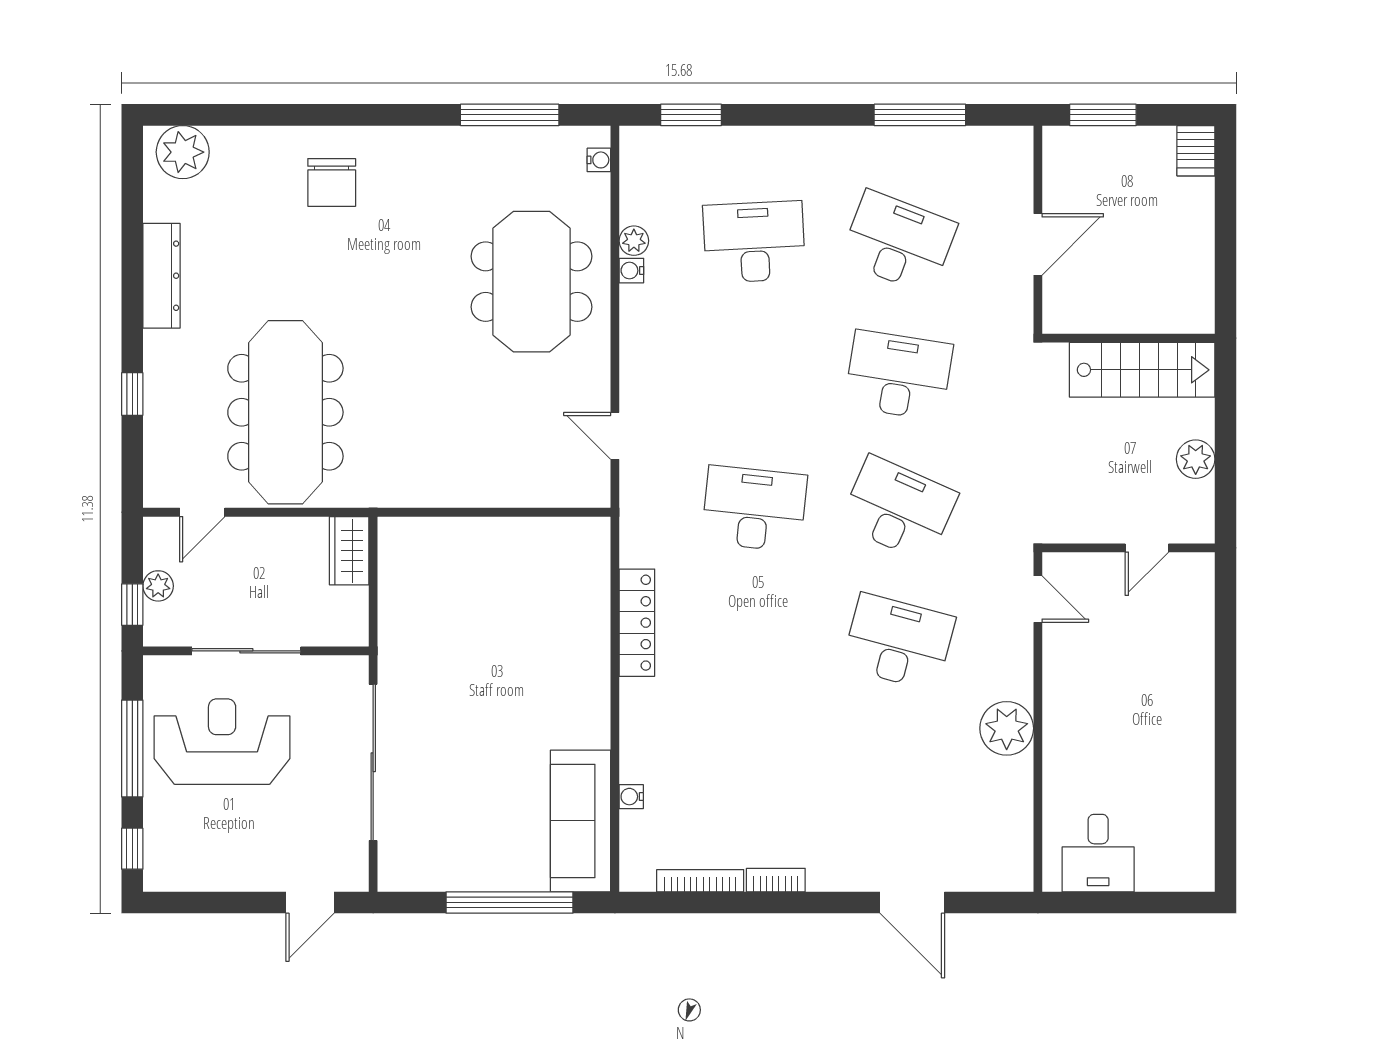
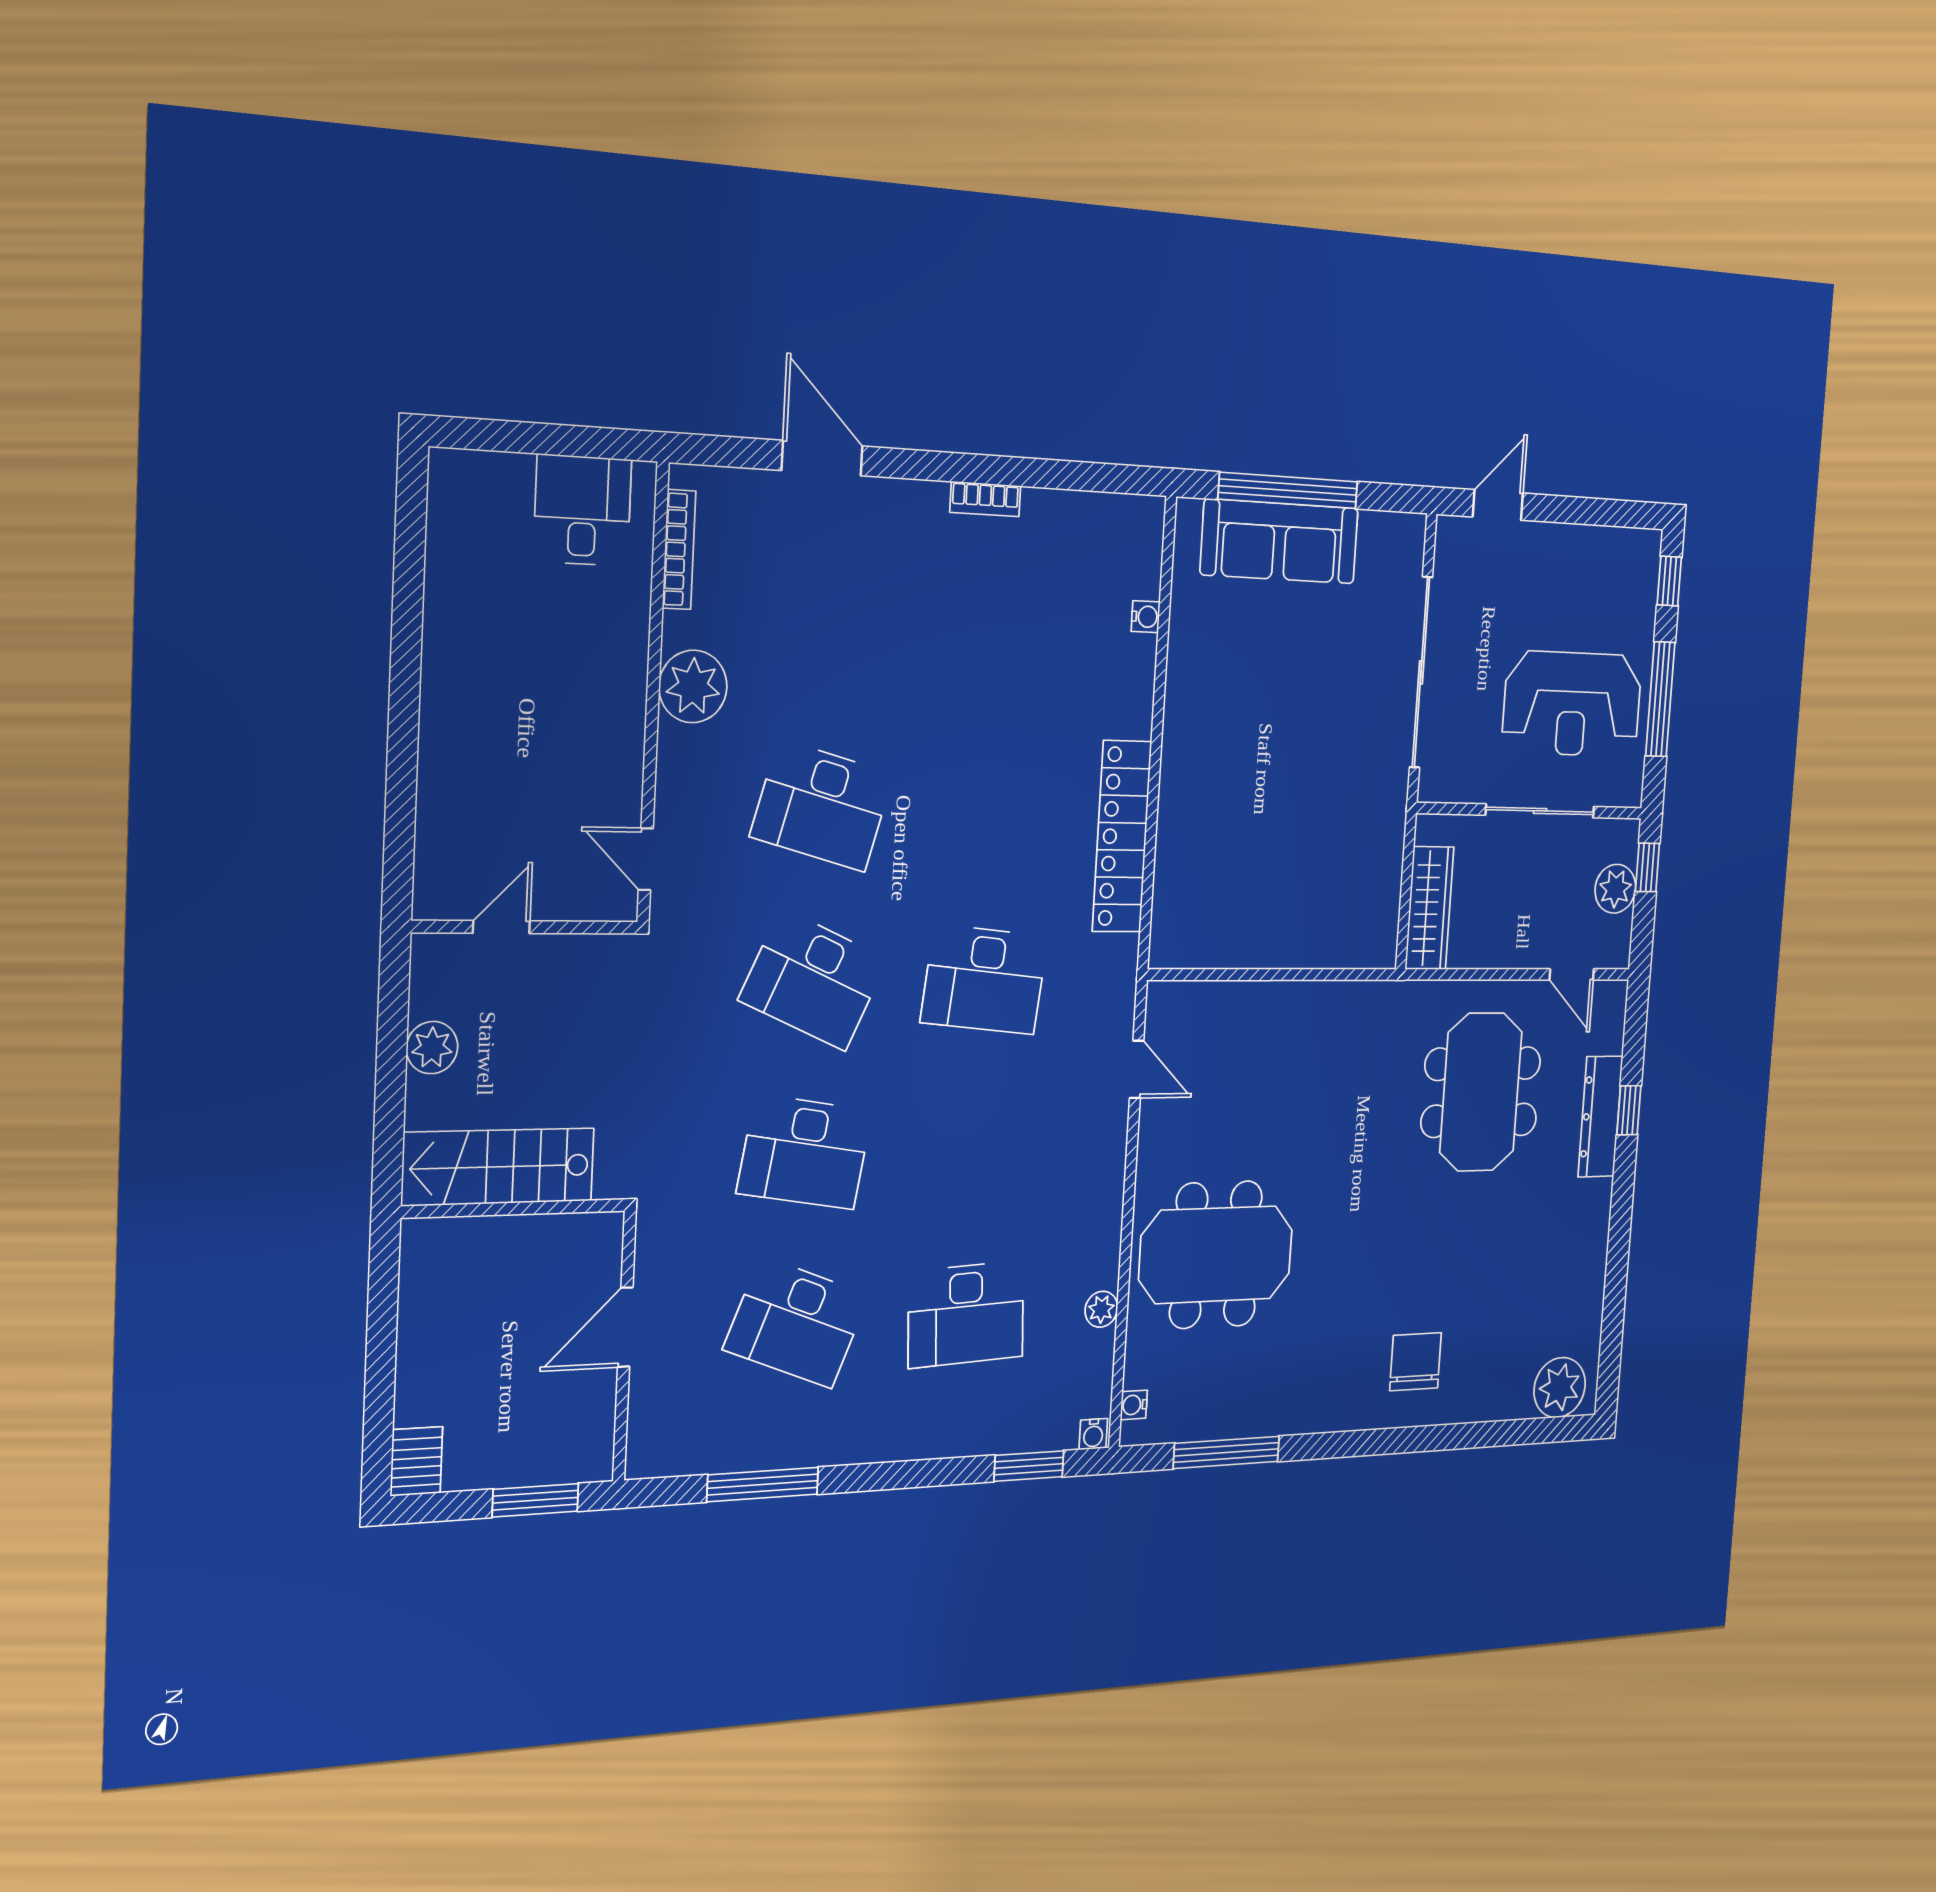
water cooler: (631, 271) -> (1093, 1434), moved, turned 90
dresser: (162, 276) -> (1600, 1117), moved
meeting table: (531, 282) -> (1216, 1255), turned 90
meeting table: (285, 412) -> (1481, 1092), width x0.73
door: (202, 512) -> (1572, 974), swing flipped
wardrobe: (349, 551) -> (1429, 908), width x1.50
plant: (158, 586) -> (1615, 889), width x1.38, depth x1.38
locker: (637, 623) -> (1122, 836), width x1.41, depth x1.21
sofa: (581, 821) -> (1280, 541), moved, turned 90
bookcase: (700, 881) -> (679, 550), moved, turned -90

